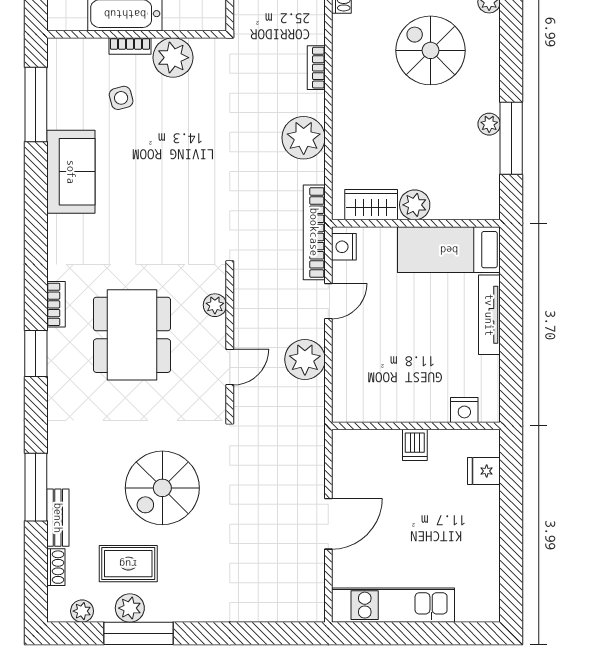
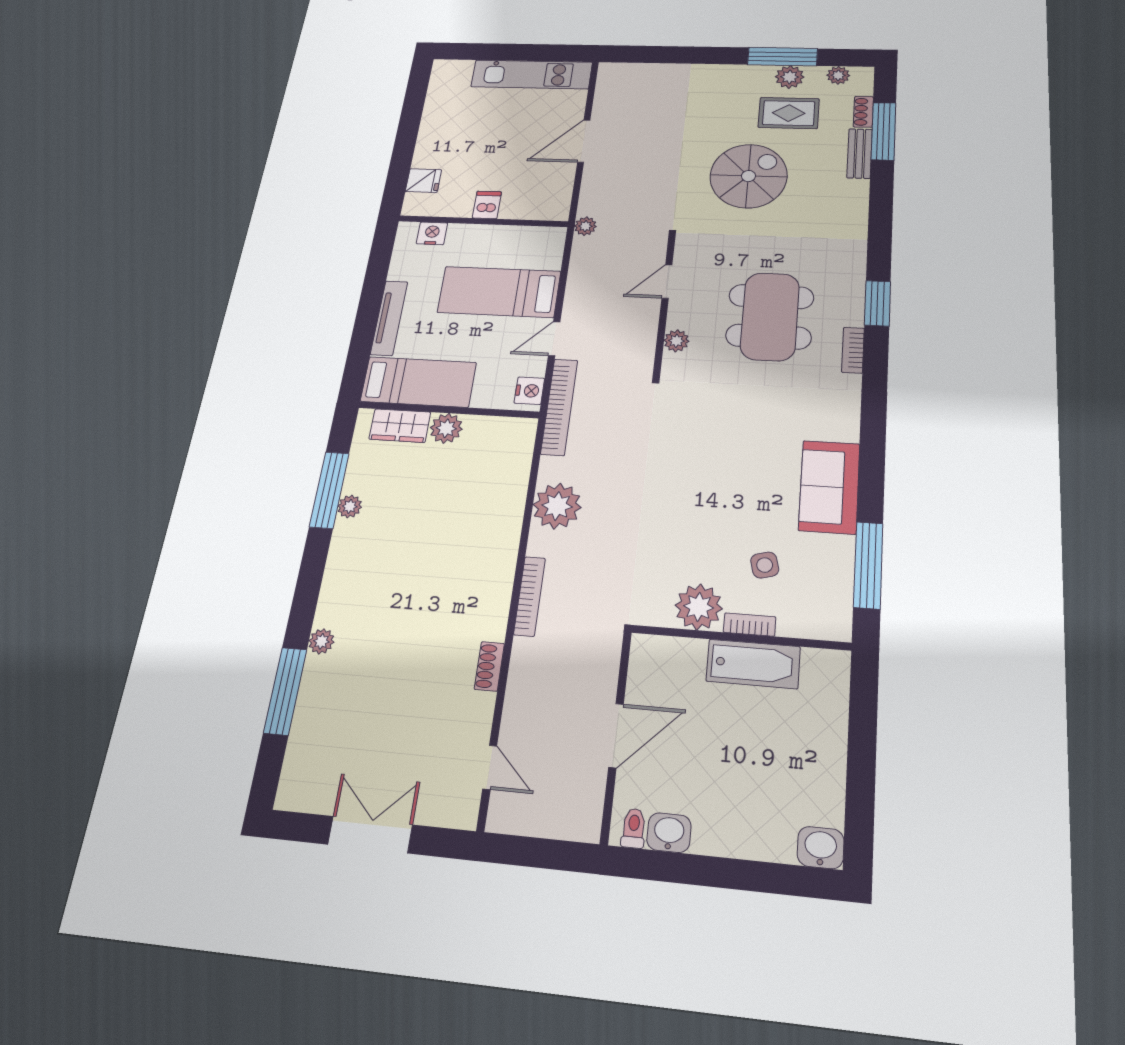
spiral stairs: (431, 50) -> (398, 592), removed
bookcase: (316, 68) -> (530, 596), width x1.56
wardrobe: (371, 205) -> (400, 426), moved
bed: (388, 348) -> (499, 292), added
plant: (305, 359) -> (585, 226), moved, width x0.53, depth x0.53
window: (36, 487) -> (883, 131), moved

